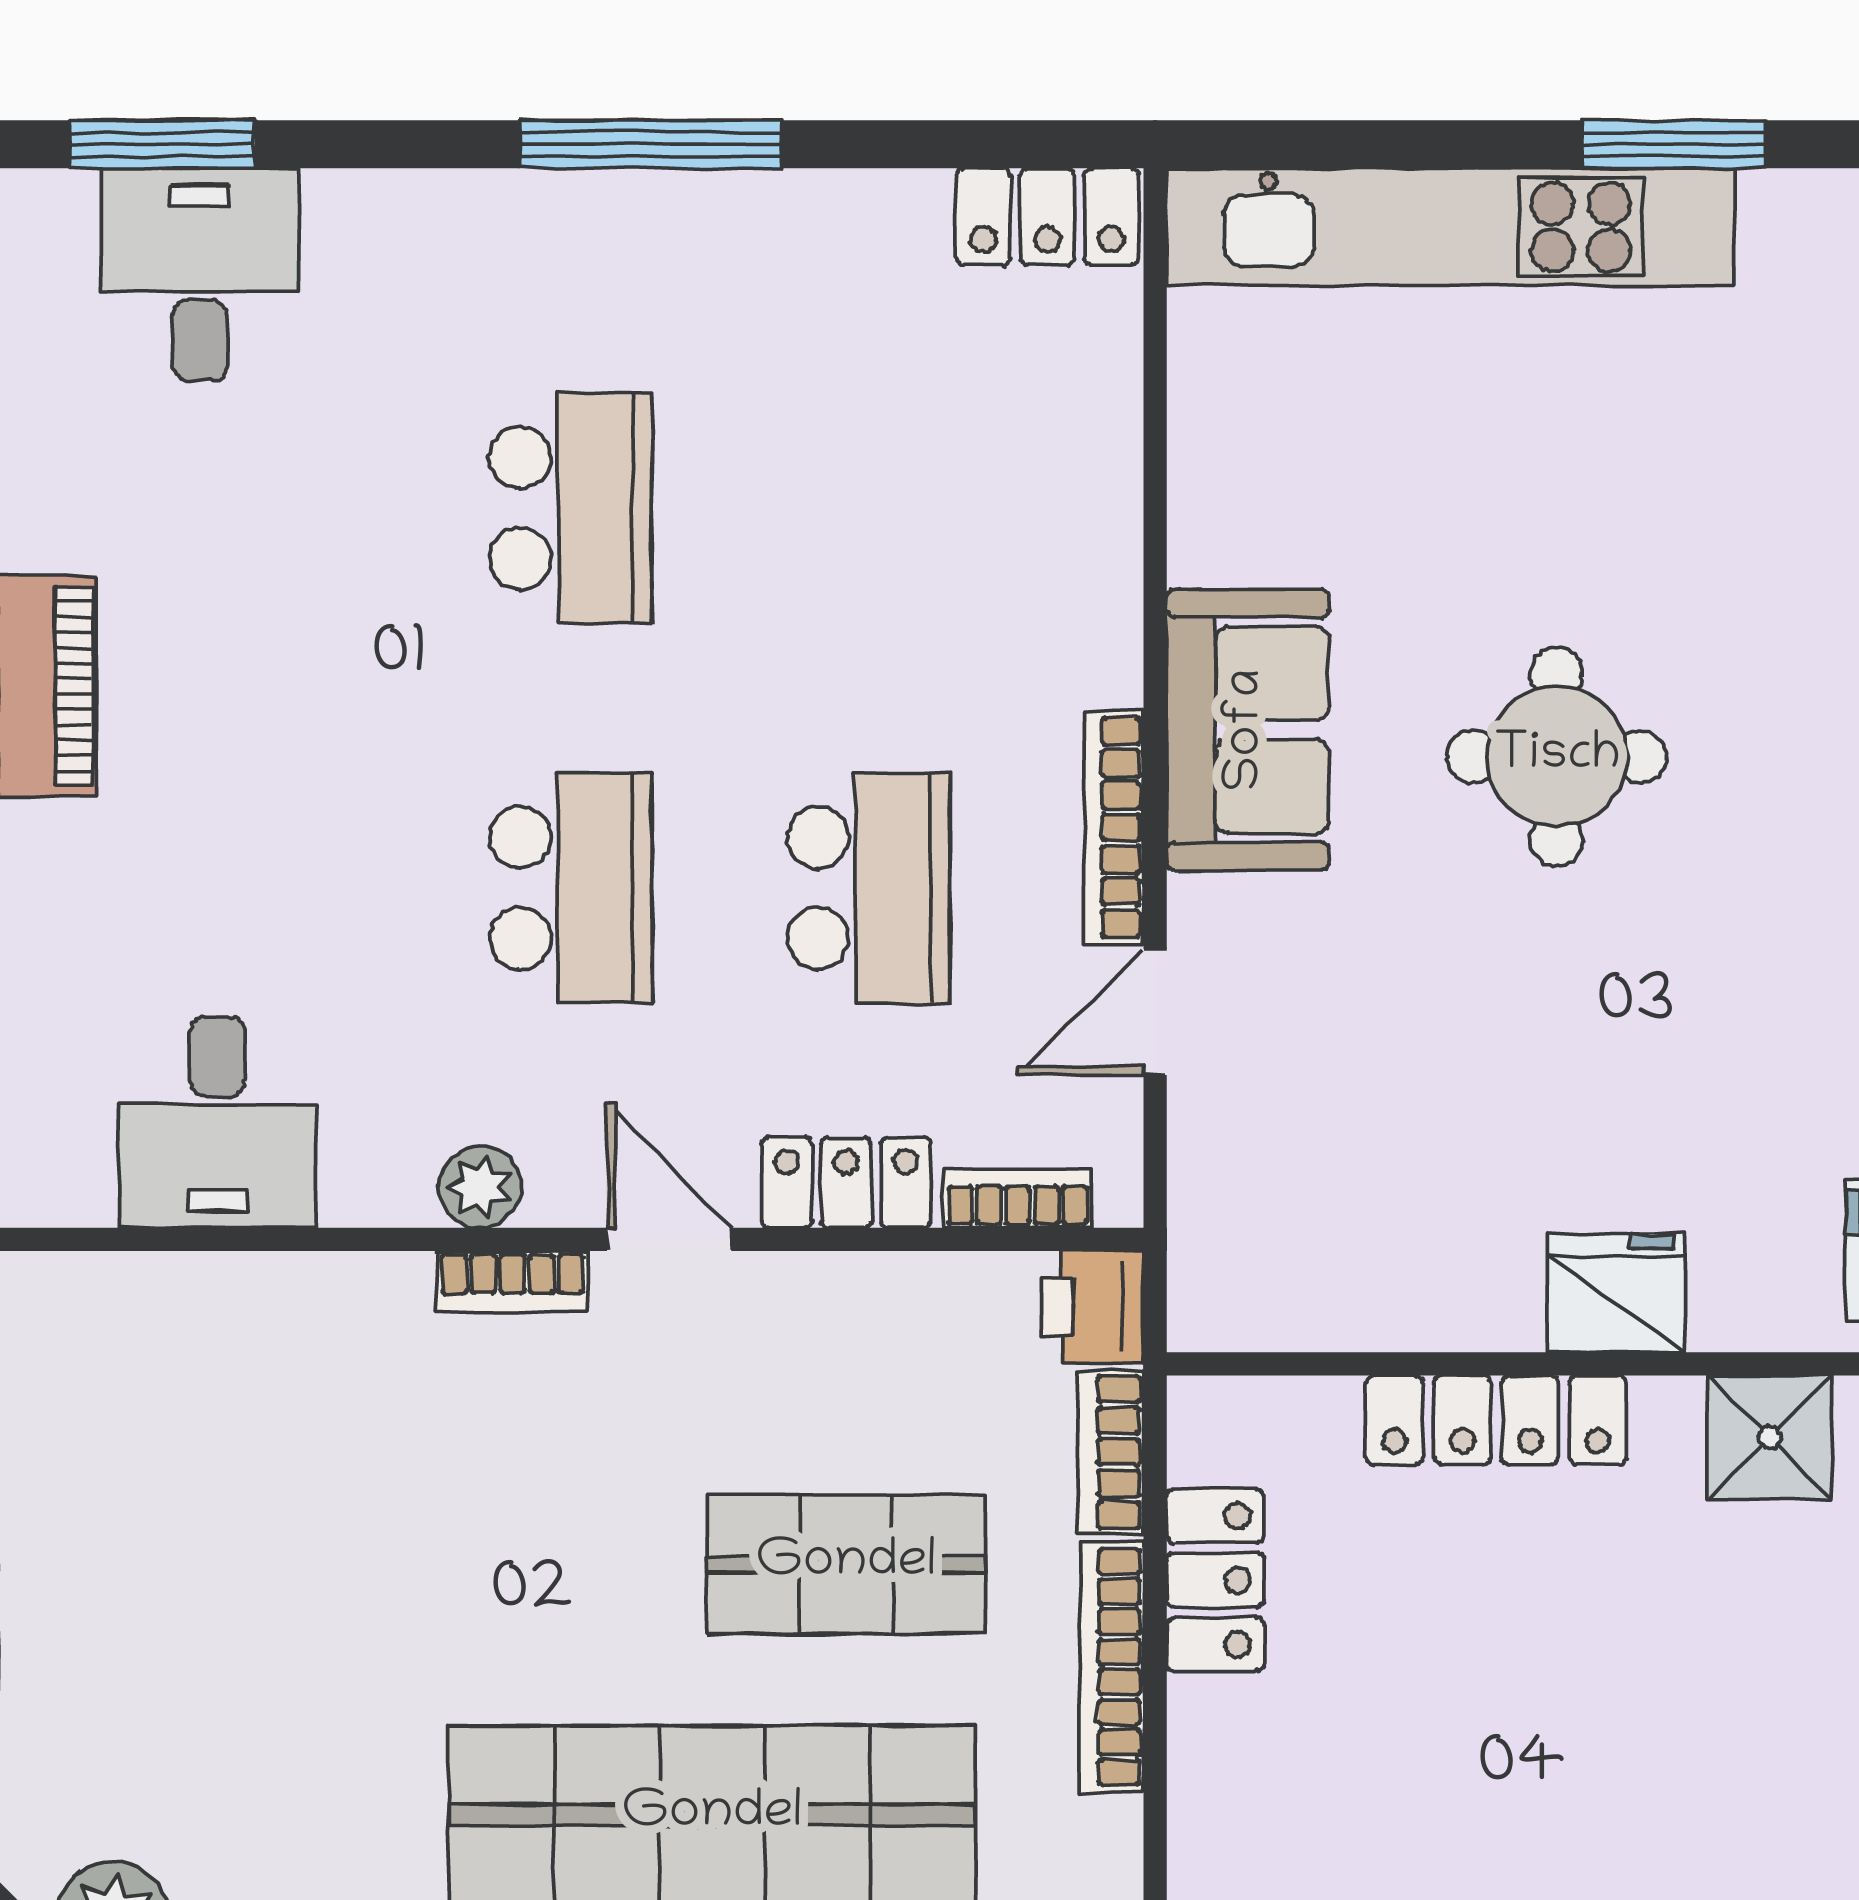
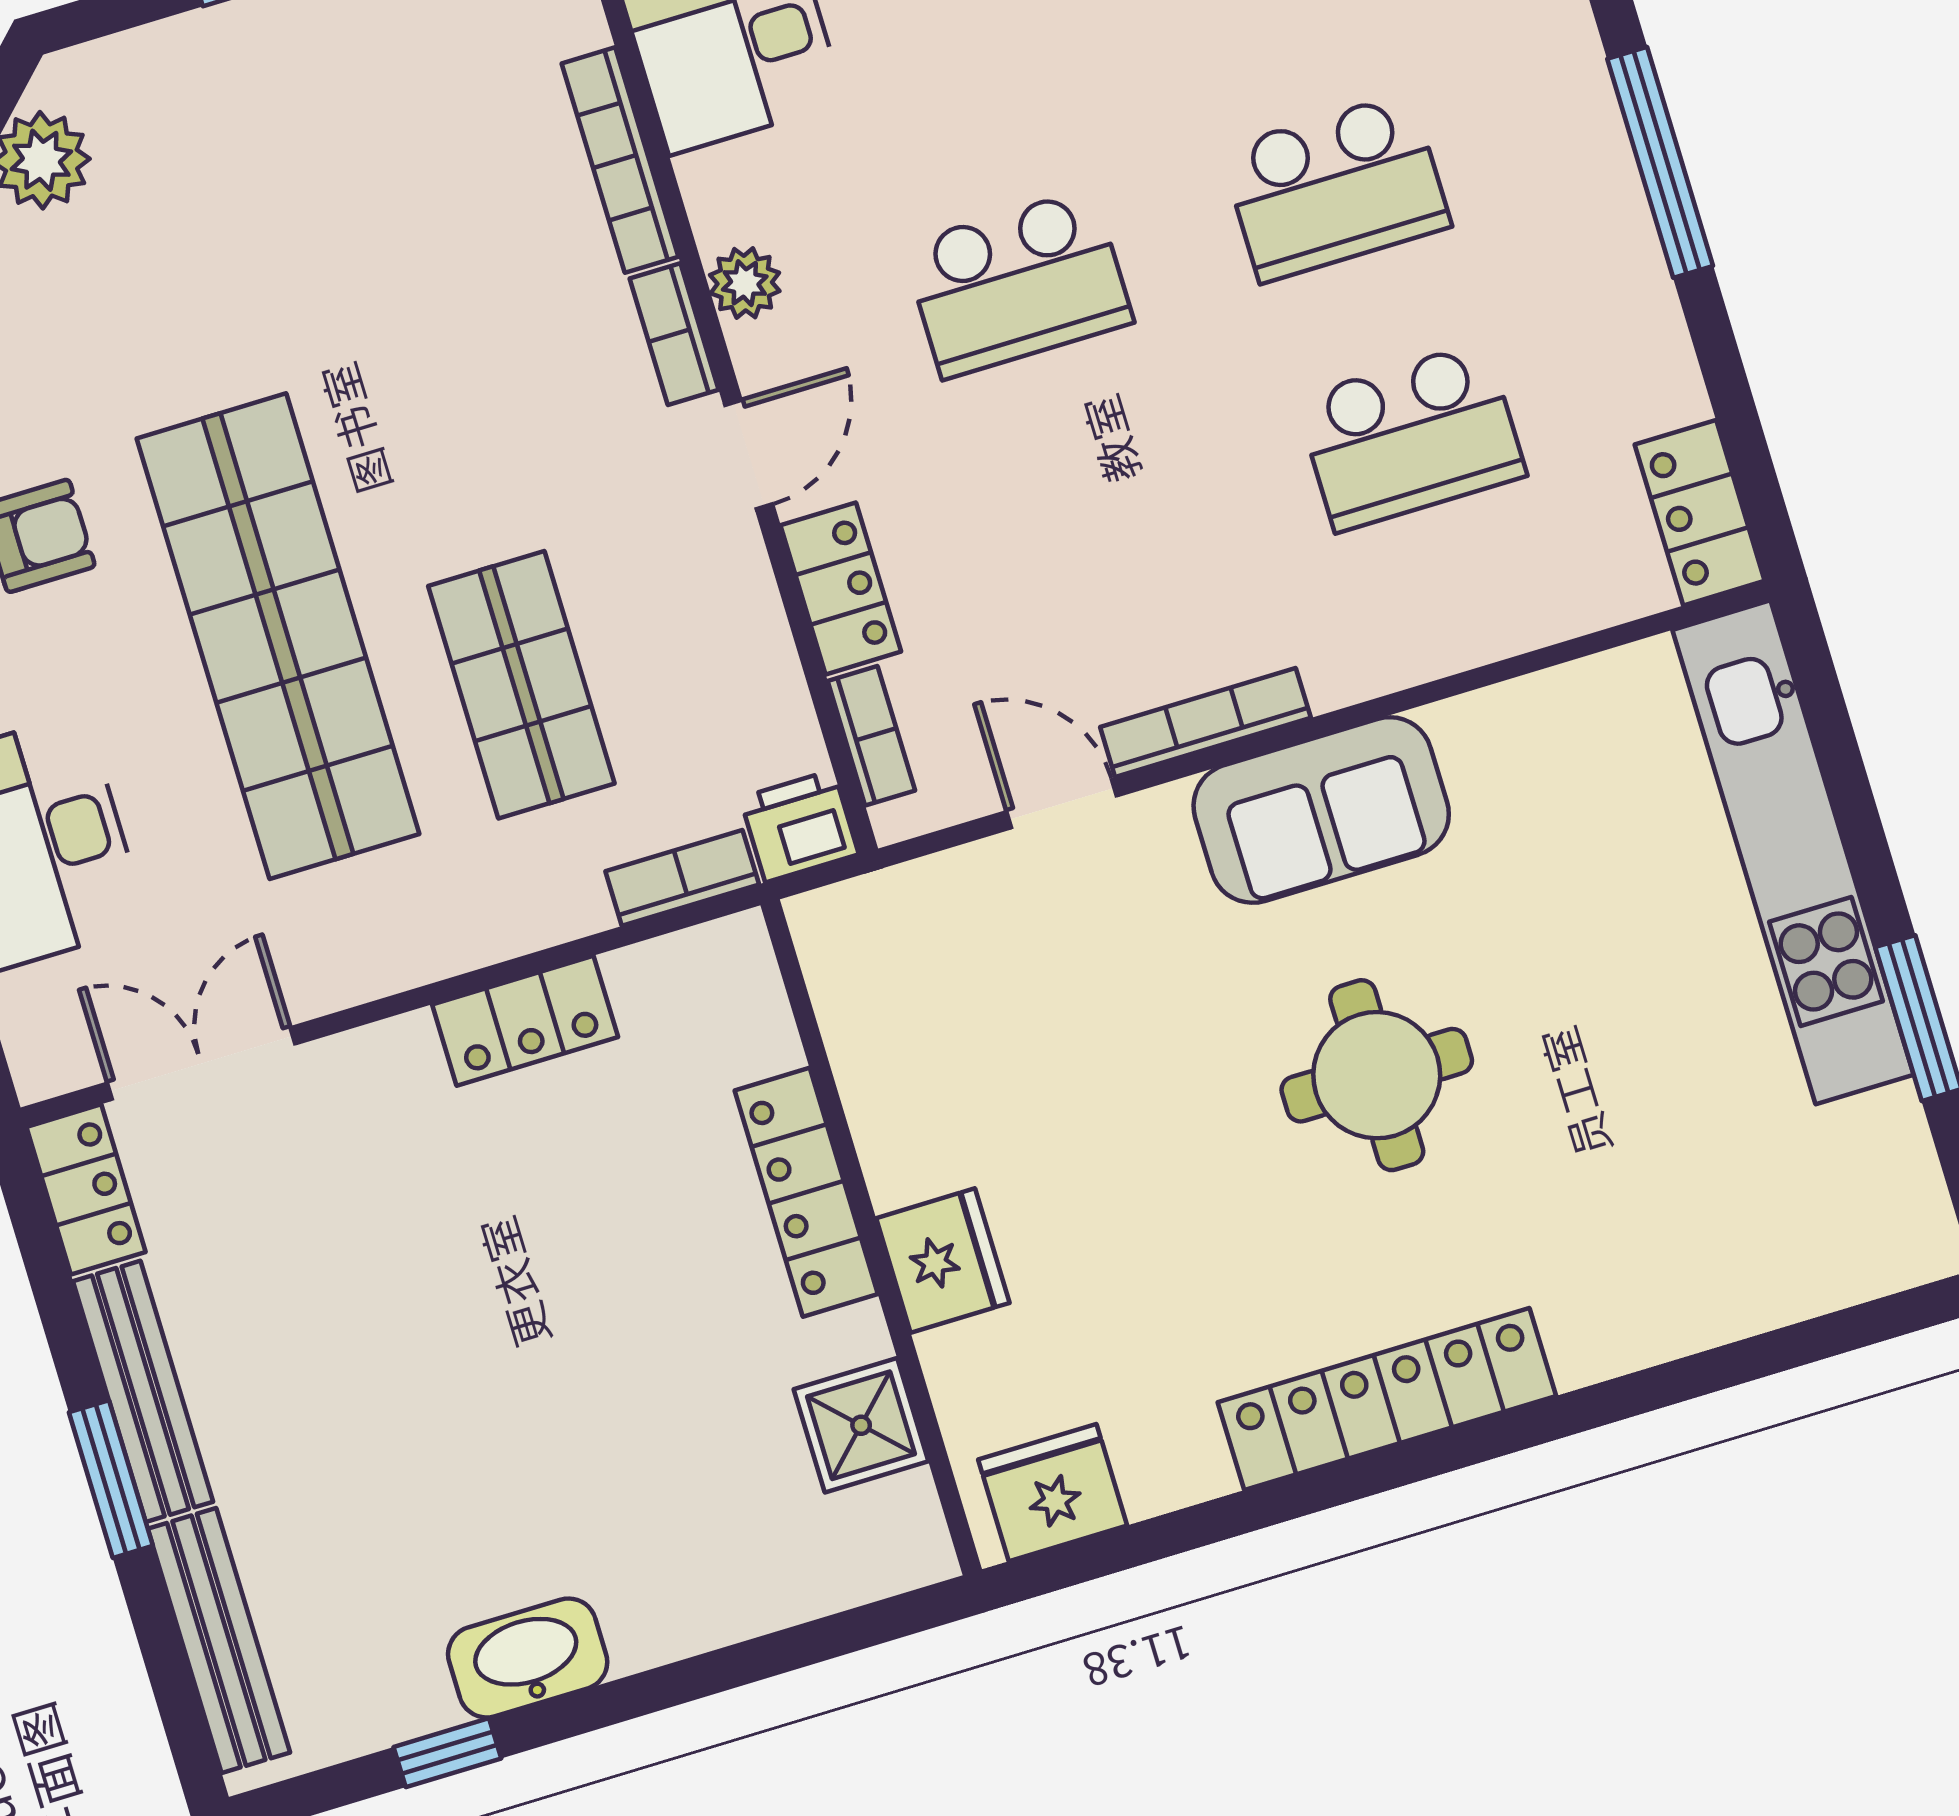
school desk: (869, 888) -> (1411, 437), moved
locker: (1215, 1580) -> (525, 1021), moved
bookcase: (1112, 1667) -> (620, 160), moved, turned -90

